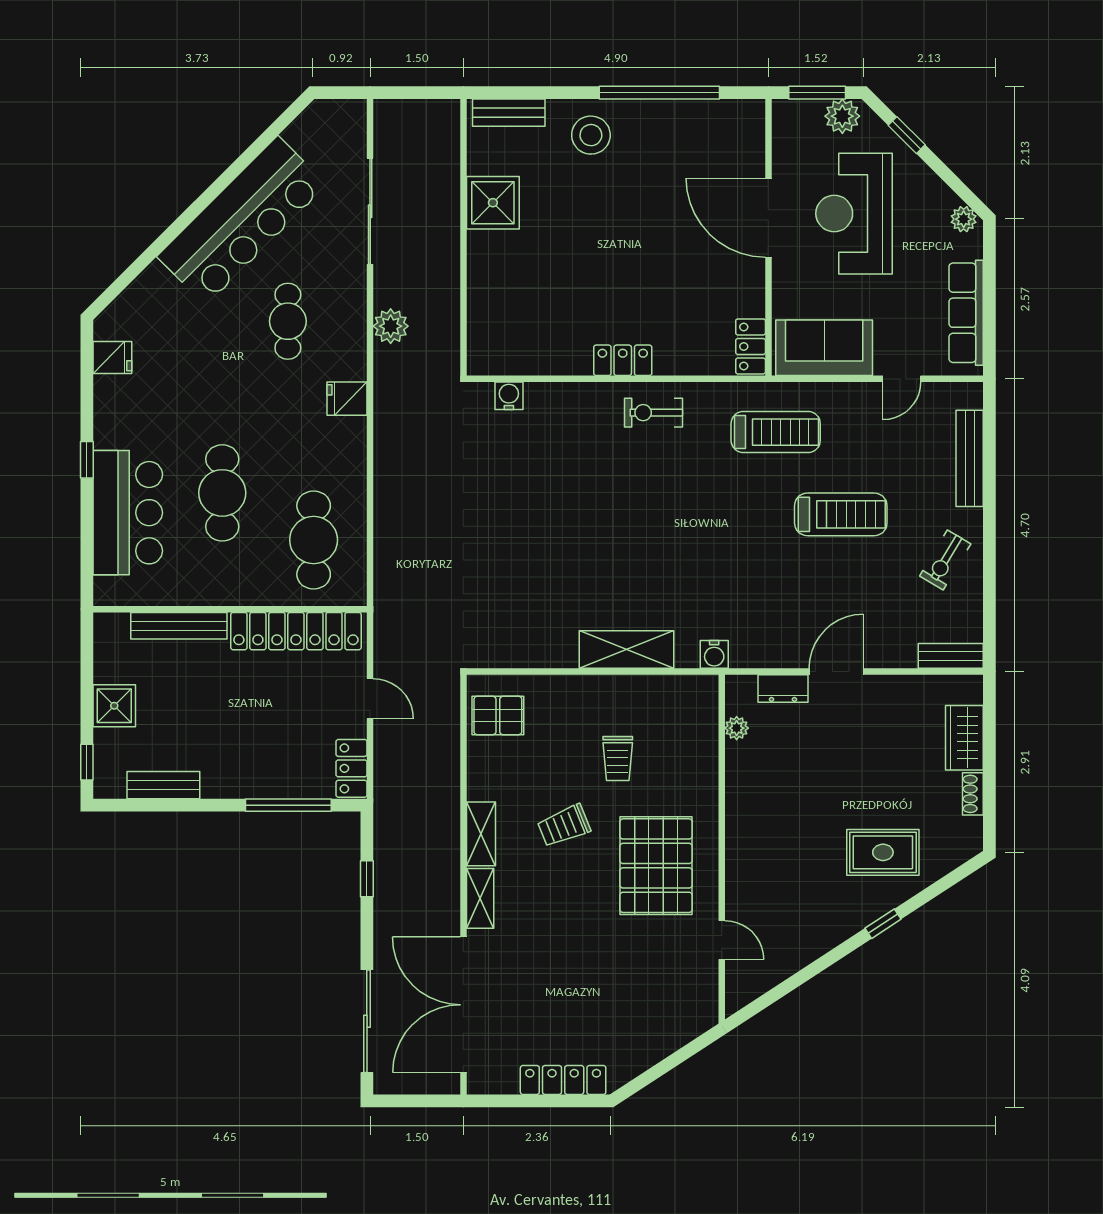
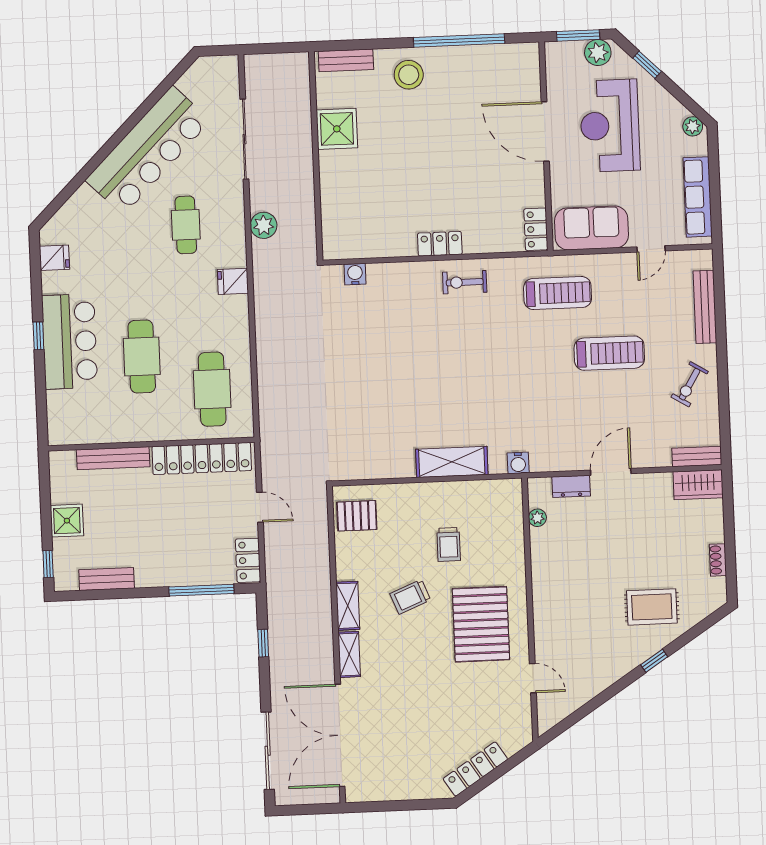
bar counter: (128, 513) -> (70, 341), moved
wardrobe: (964, 738) -> (698, 485), moved, turned -90
locker: (563, 1080) -> (475, 769), moved, turned -33

